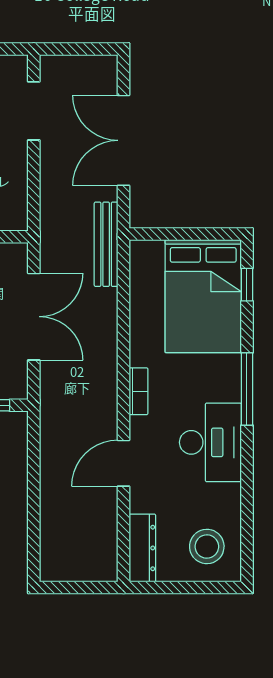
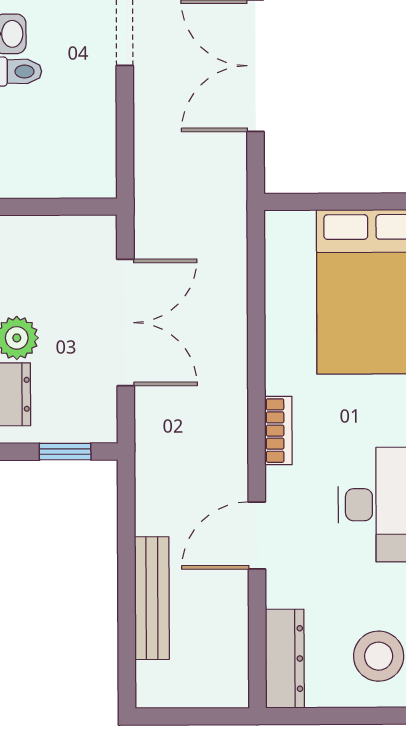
bench: (106, 244) -> (152, 598), moved

